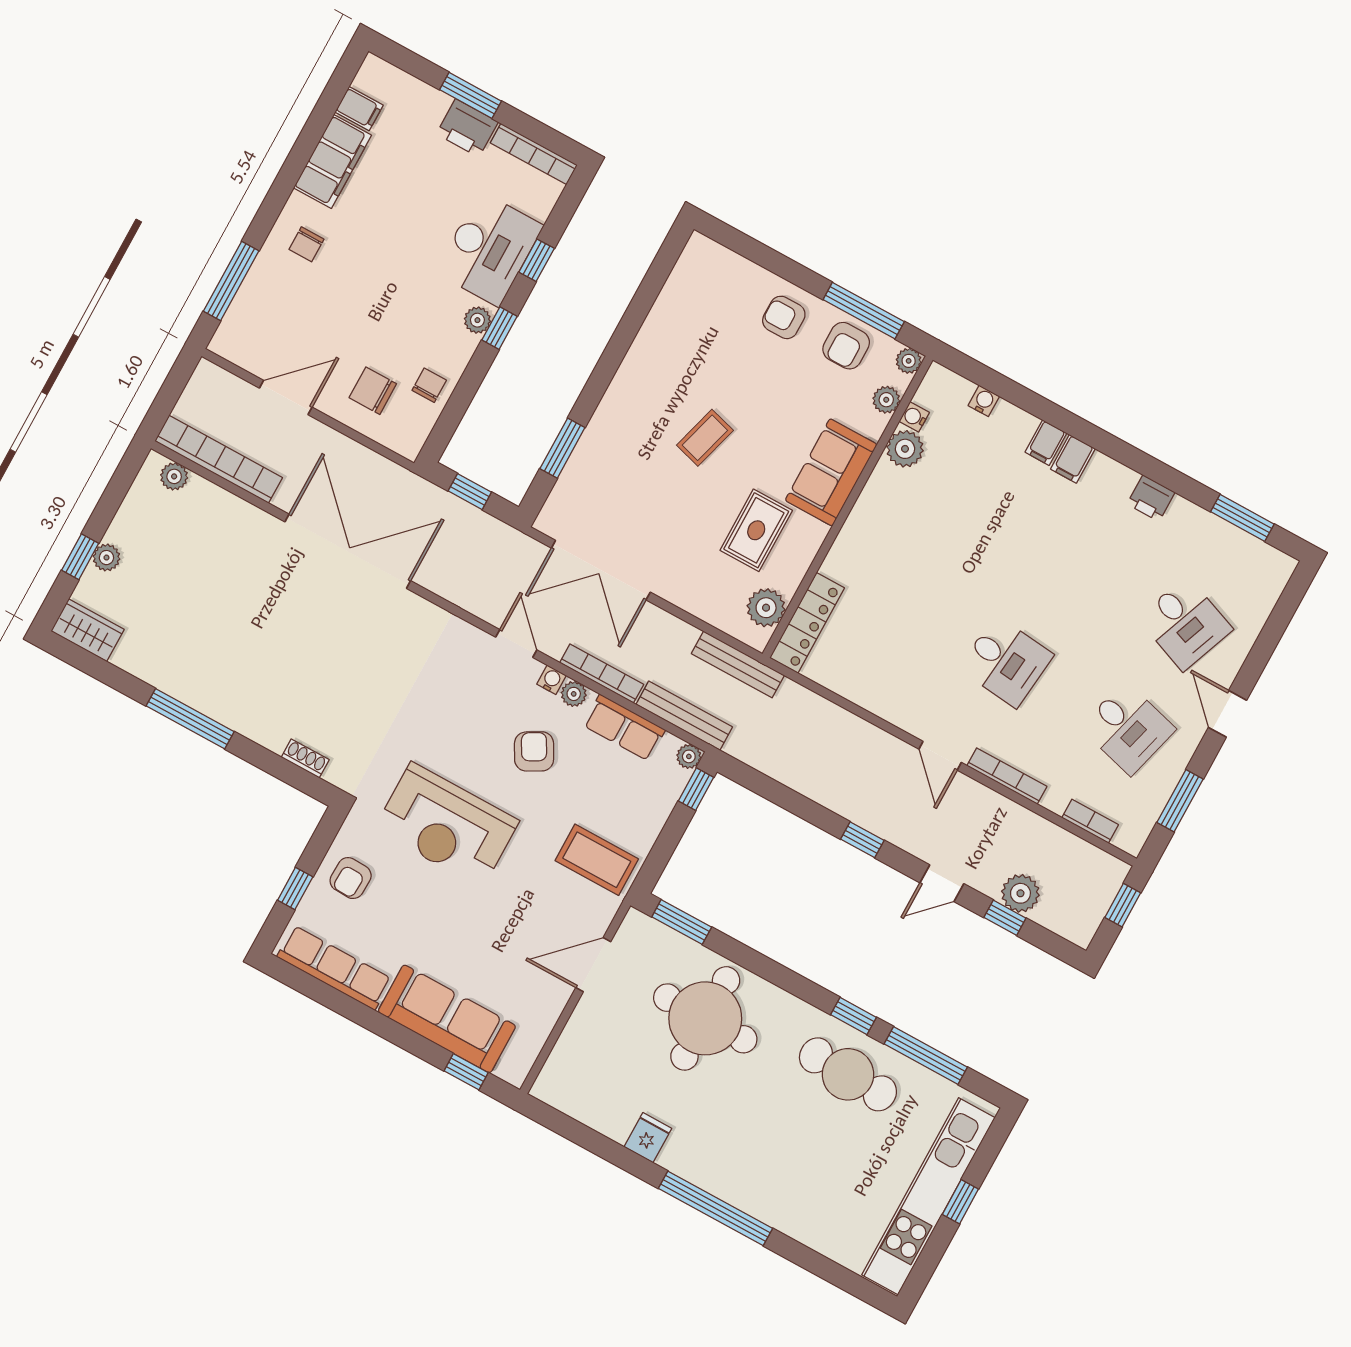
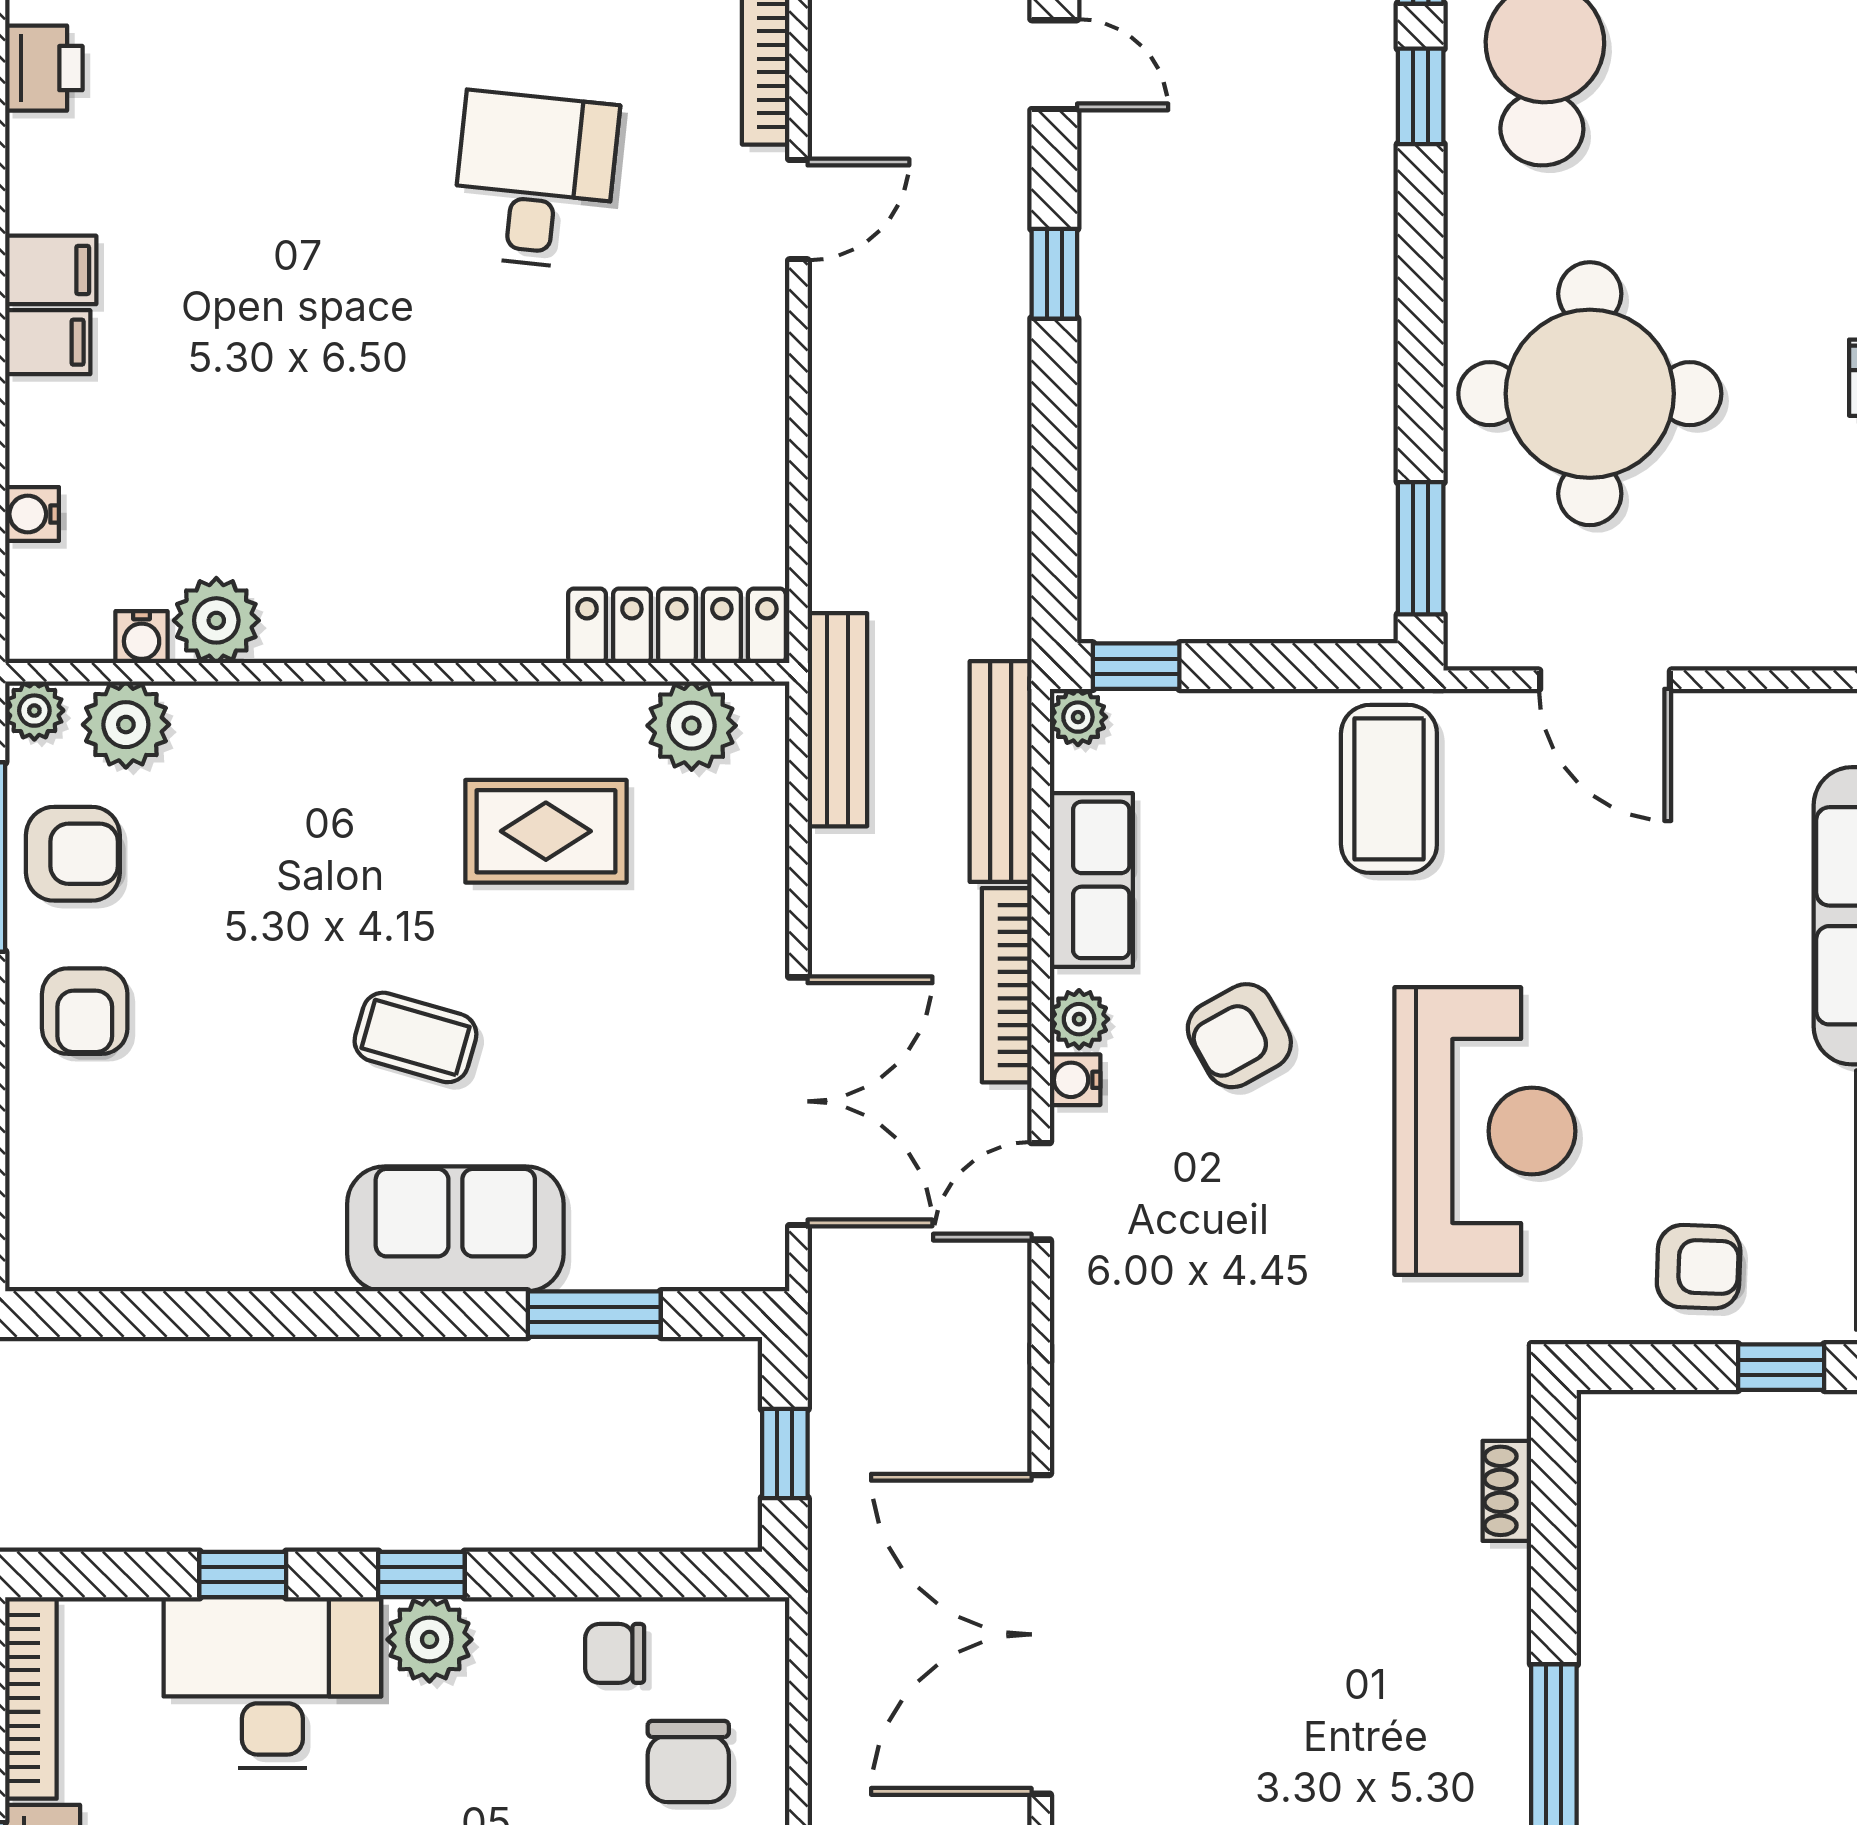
plant: (477, 320) -> (430, 1639), width x1.38, depth x1.38
plant: (886, 400) -> (126, 725), width x1.38, depth x1.38
sofa: (831, 472) -> (455, 1229), moved, turned 180

